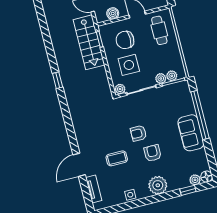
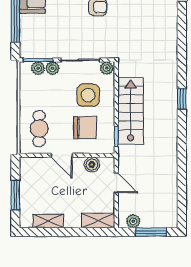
stairs: (89, 42) -> (131, 111), moved

